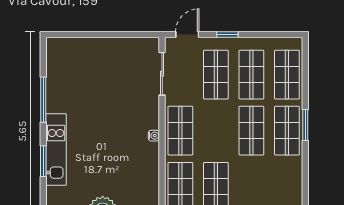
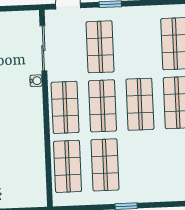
shop shelf: (251, 75) -> (102, 106), moved
water cooler: (154, 136) -> (36, 81), moved

